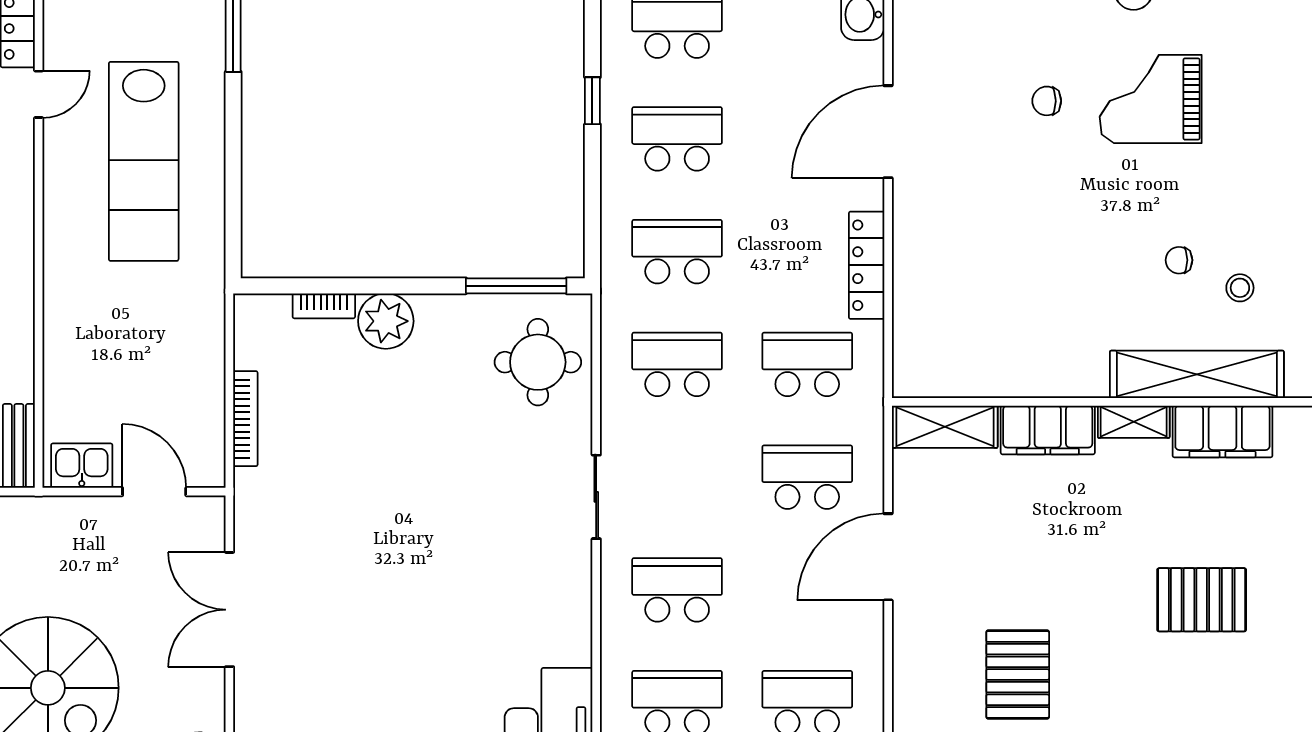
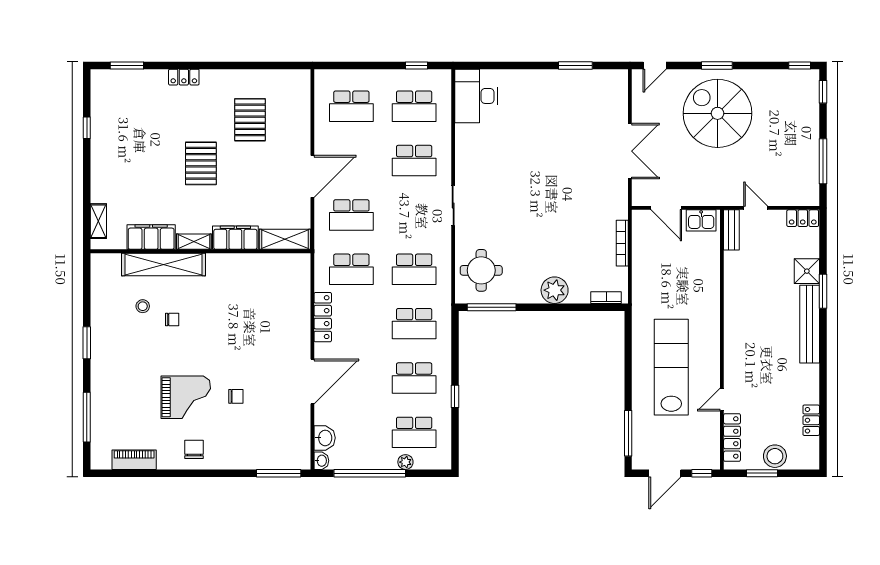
bookcase: (324, 306) -> (606, 298), moved
pallet: (1202, 600) -> (201, 163), moved, turned 90

